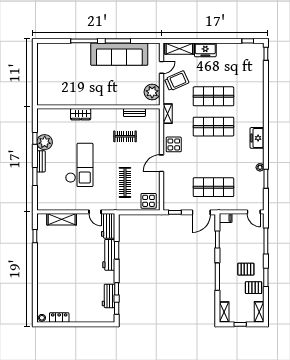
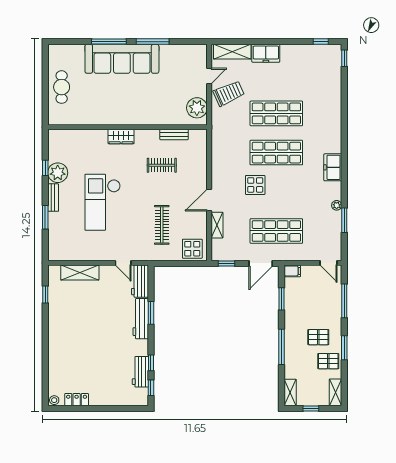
sofa: (119, 54) -> (122, 59), moved
cafe table: (48, 76) -> (62, 87), added
wardrobe: (81, 114) -> (121, 137), moved
shelving: (168, 114) -> (217, 225), moved
display table: (174, 144) -> (255, 185), moved
checkout: (79, 165) -> (103, 202), turned 180

